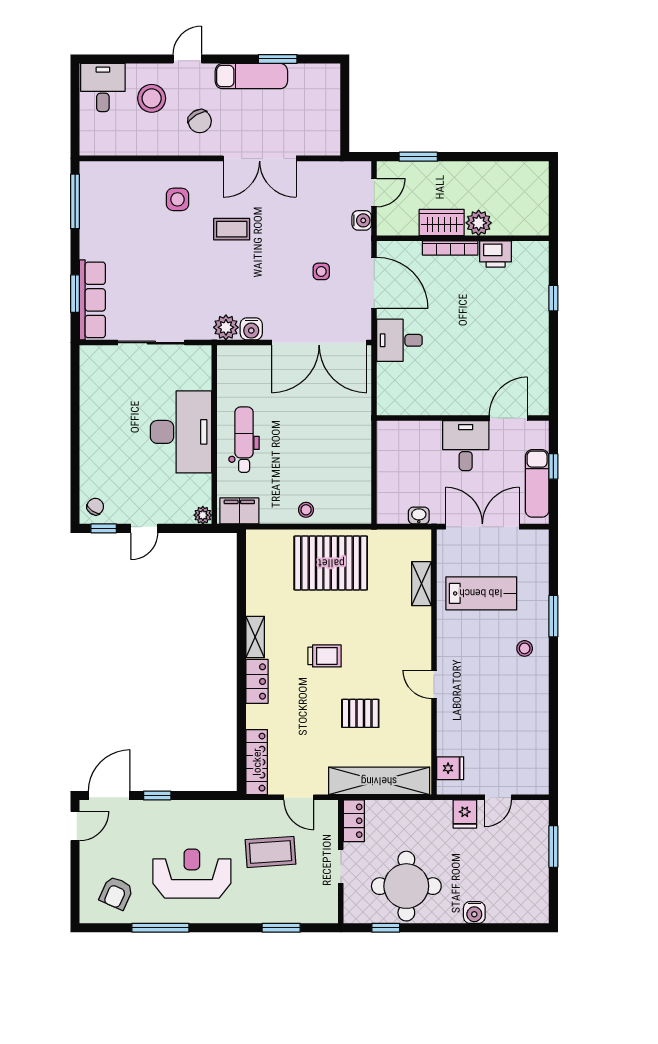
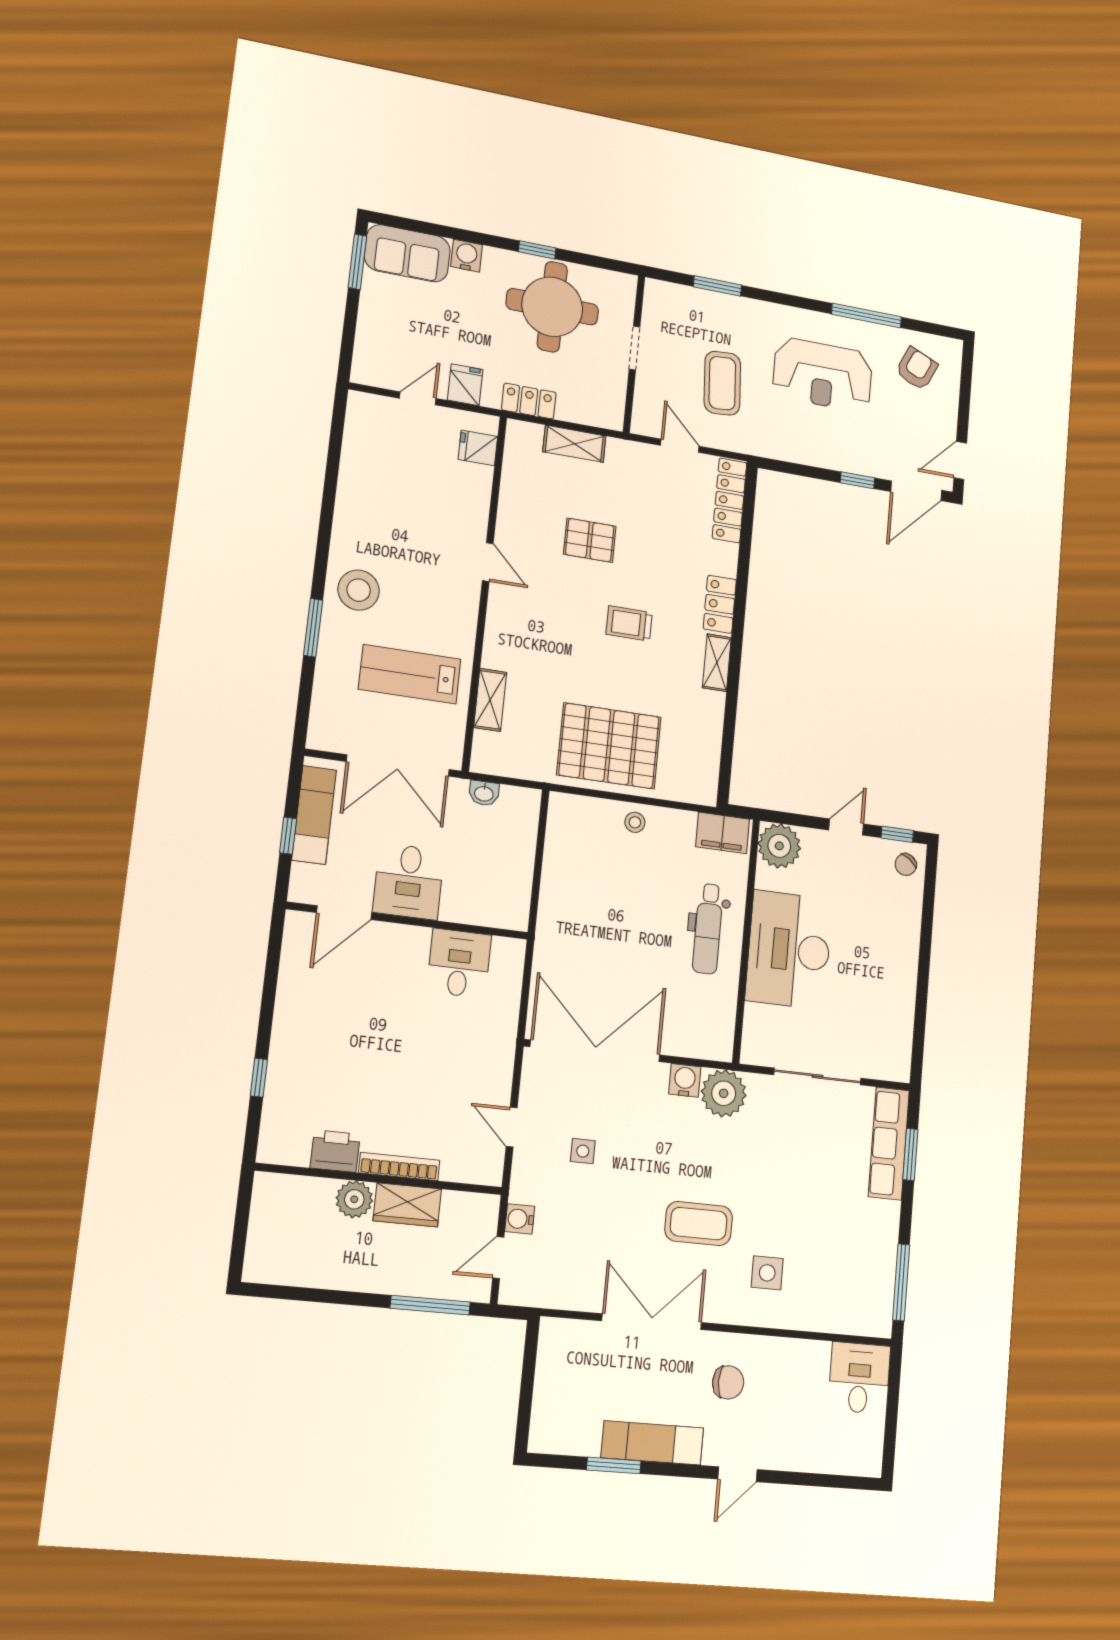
desk: (103, 87) -> (859, 1378), moved, turned 180
stool: (152, 98) -> (790, 1420), removed
chair: (200, 121) -> (728, 1382), turned 121
window: (418, 157) -> (430, 1305), width x1.44
coffee table: (232, 229) -> (699, 1224), width x1.36, depth x1.30
door: (374, 283) -> (512, 1127), width x0.53
plant: (226, 327) -> (724, 1093), width x1.36, depth x1.36
desk: (399, 340) -> (459, 963), moved, turned -90
plant: (203, 515) -> (779, 846), width x1.88, depth x1.88
stool: (525, 648) -> (359, 590), width x1.89, depth x1.89
shelving: (379, 781) -> (574, 444), width x0.45, depth x0.75
locker: (354, 821) -> (529, 401), moved, turned 90
window: (553, 846) -> (357, 262), moved
coffee table: (270, 852) -> (722, 383), turned 90
sofa: (518, 905) -> (407, 253), added
window: (386, 928) -> (537, 250), moved

